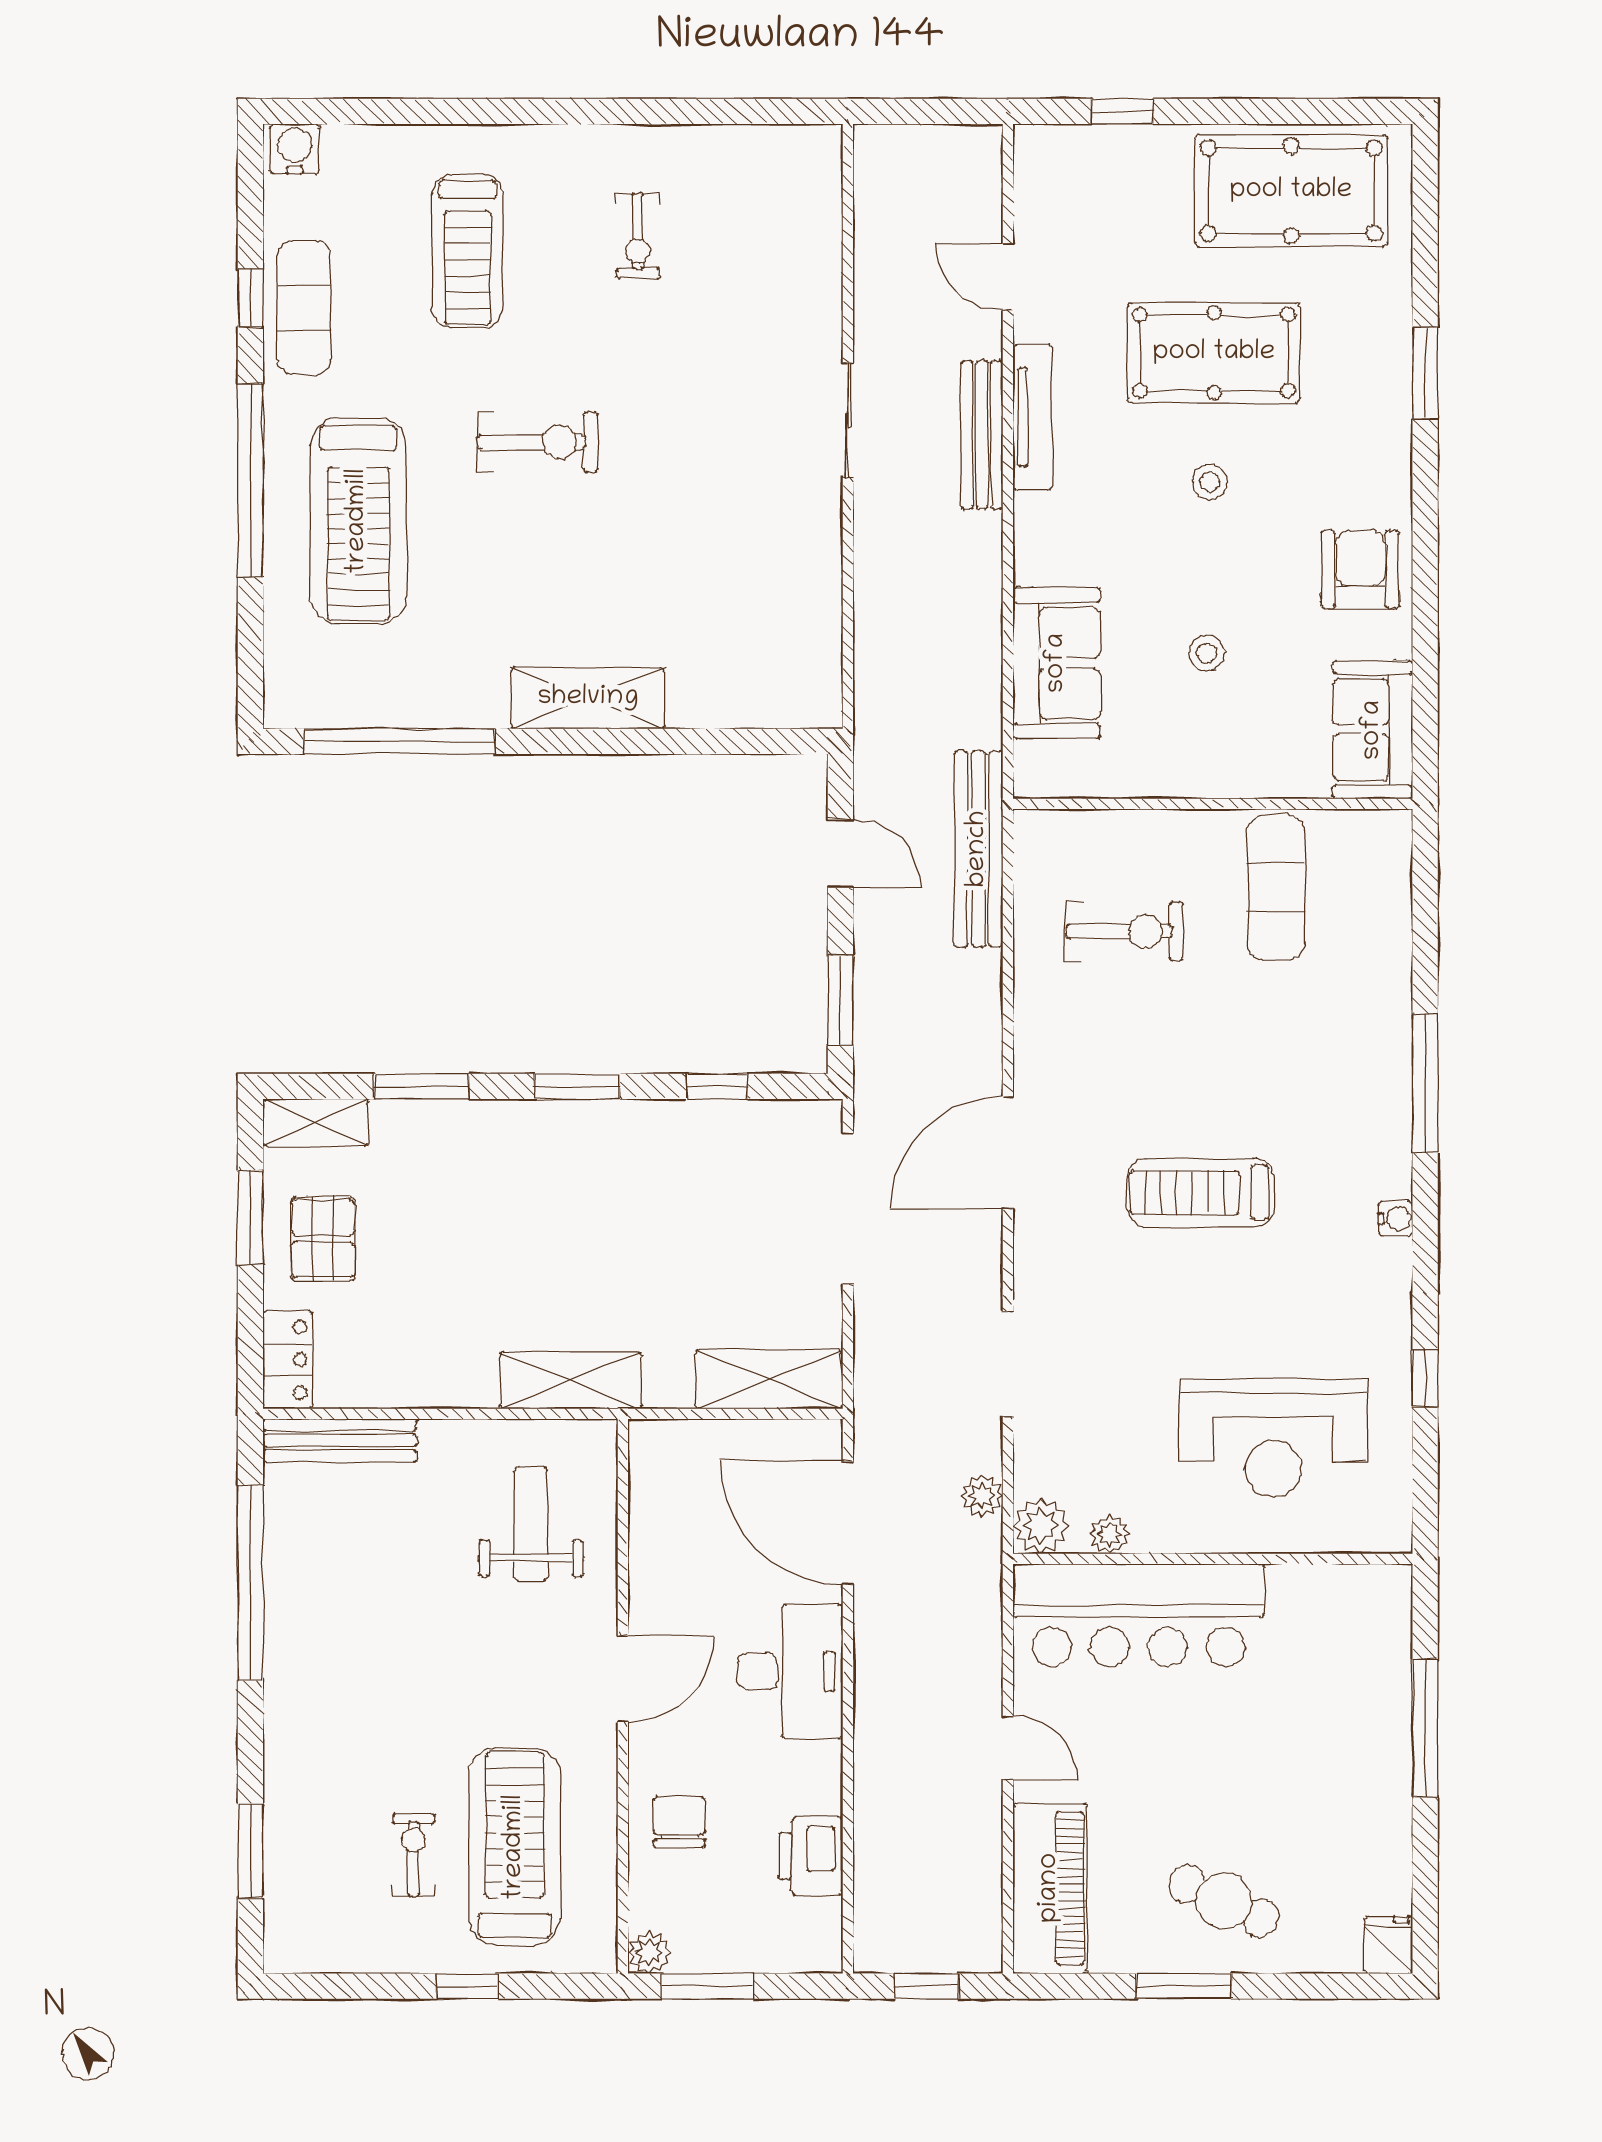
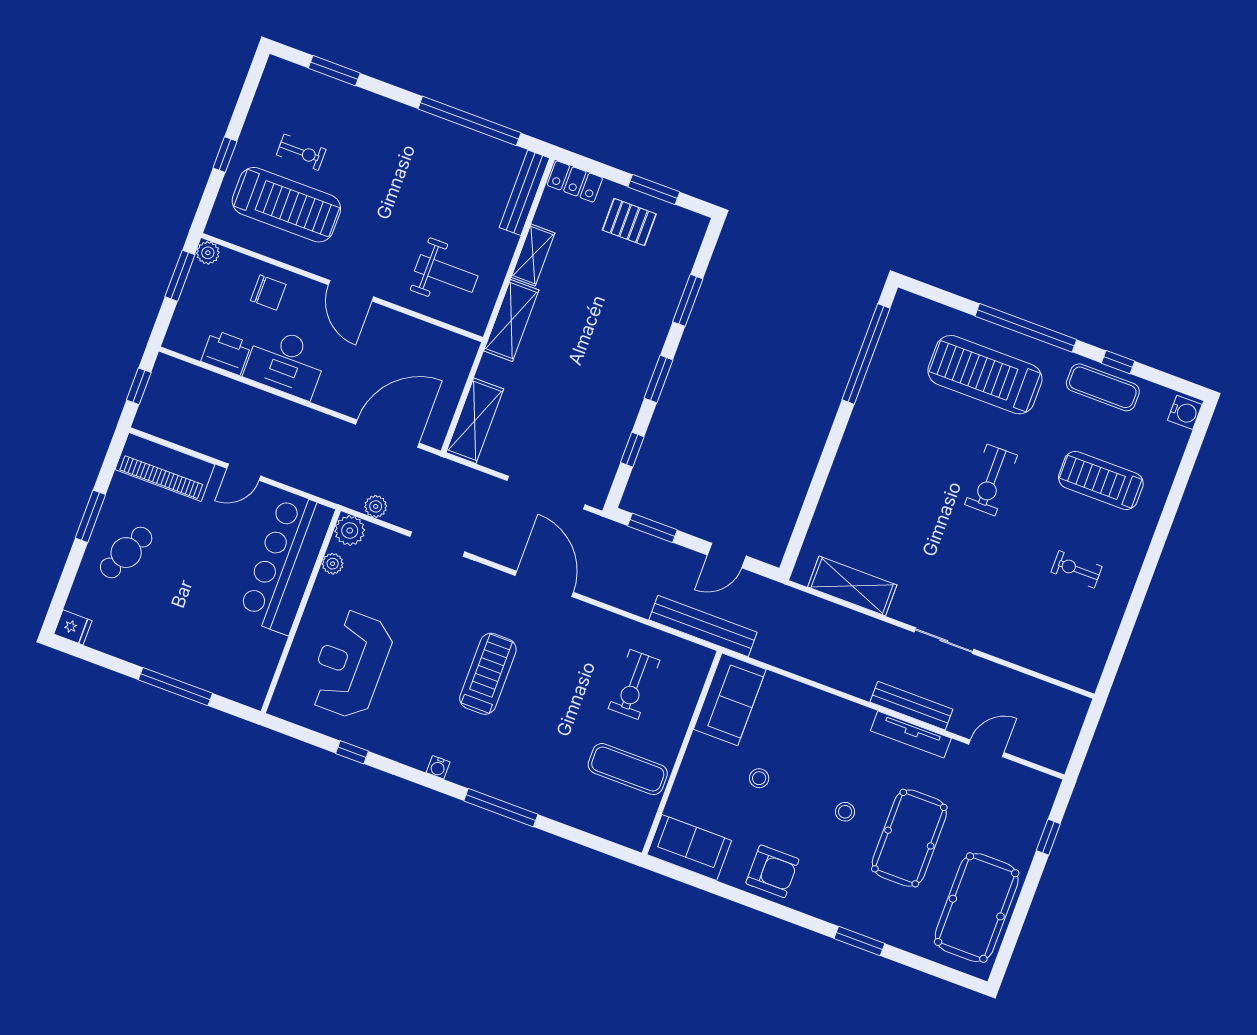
sofa: (1057, 663) -> (730, 699), moved, turned -90
shelving: (588, 698) -> (852, 586), moved, turned 90
shelving: (316, 1123) -> (533, 255), moved
desk: (790, 1672) -> (286, 363), moved

